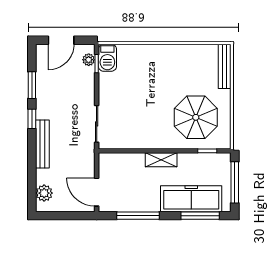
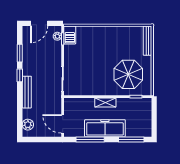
window: (235, 182) -> (154, 118), removed
freezer: (191, 199) -> (105, 128), moved

